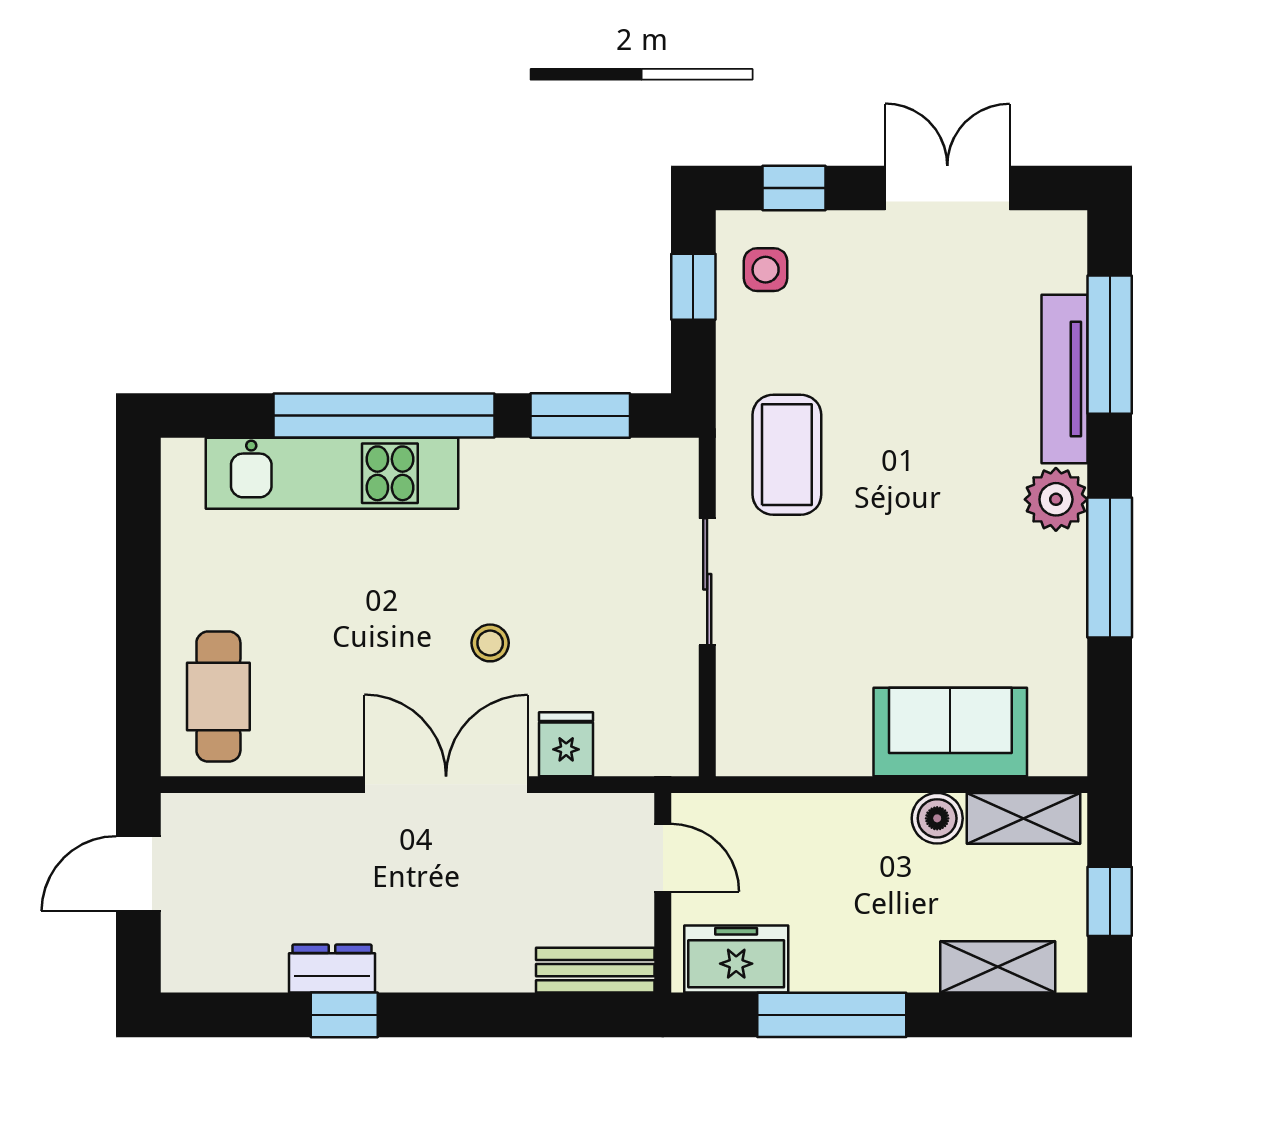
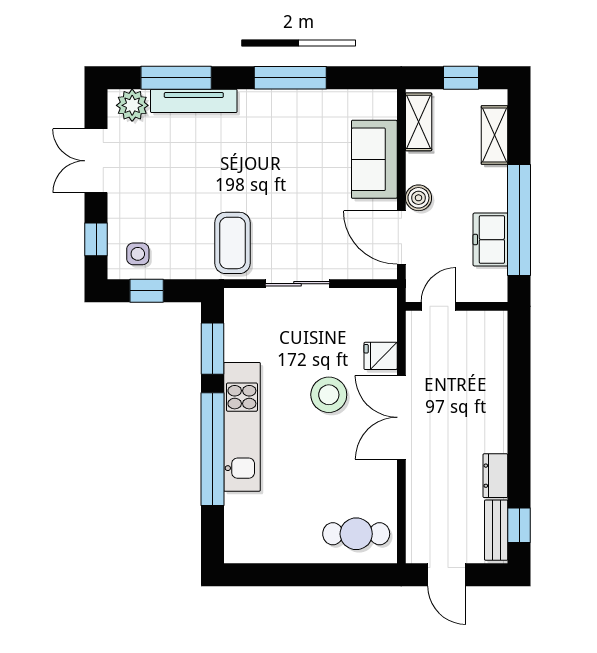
coffee table: (787, 455) -> (232, 243), turned 90
kitchen unit: (332, 473) -> (242, 427), moved
plant: (1056, 499) -> (132, 105), moved
stool: (490, 643) -> (329, 395), width x1.89, depth x1.89
door: (797, 785) -> (401, 238), added
boiler: (937, 818) -> (418, 198), moved
freezer: (736, 959) -> (490, 240), moved
bench: (595, 970) -> (496, 530), moved
window: (344, 1015) -> (519, 525), moved
window: (832, 1015) -> (519, 220), width x1.46

